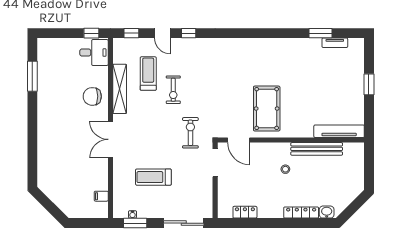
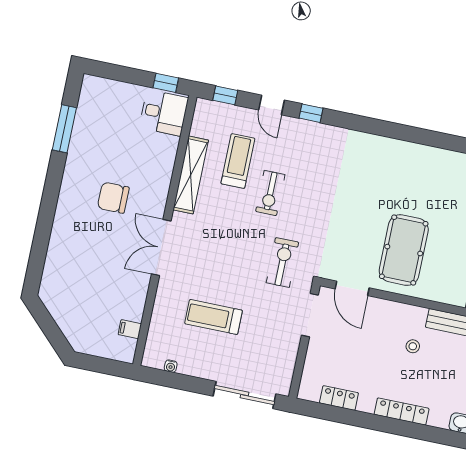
chair: (92, 96) -> (113, 198), moved
locker: (301, 213) -> (402, 411), moved
window: (135, 223) -> (172, 380), removed

